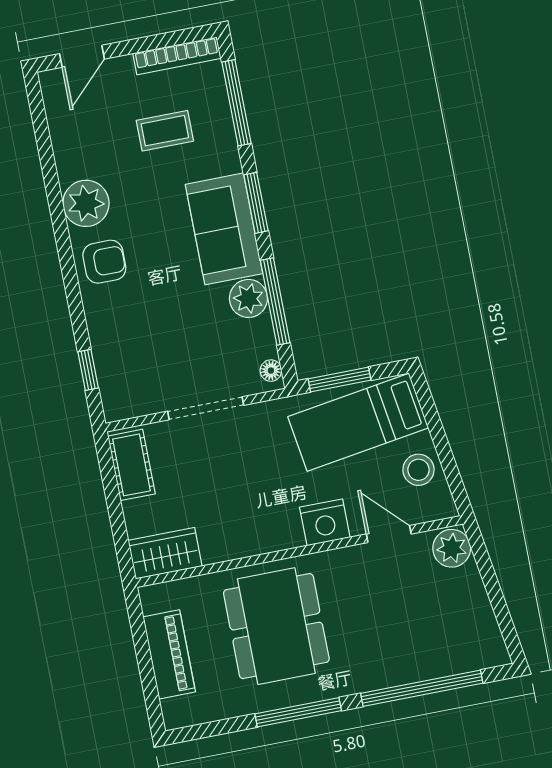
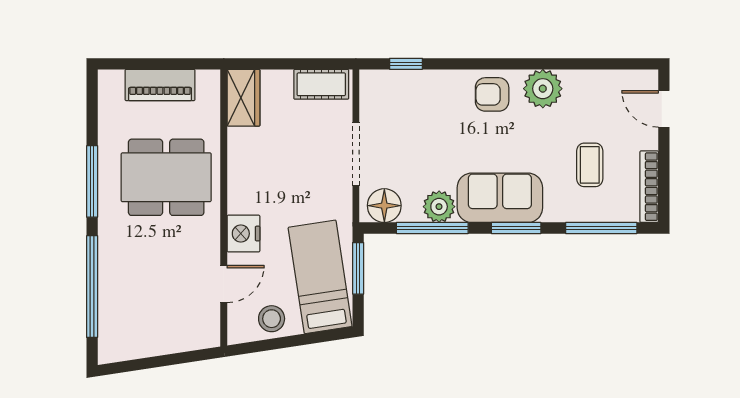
armchair: (104, 262) -> (492, 94), turned 90
floor lamp: (271, 371) -> (384, 206), width x1.89, depth x1.89
plant: (452, 548) -> (202, 333), removed

